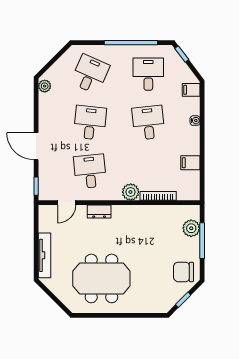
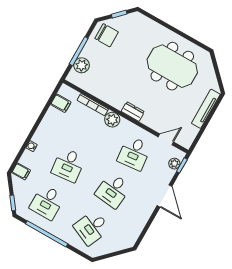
plant: (45, 86) -> (174, 164), moved
filing cabinet: (190, 163) -> (61, 103), moved
dresser: (99, 212) -> (133, 112), moved

